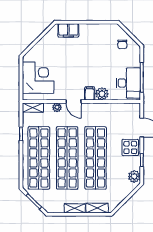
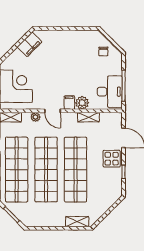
filing cabinet: (68, 30) -> (30, 44), moved, turned -45
plant: (134, 176) -> (116, 189), removed
shelving: (75, 208) -> (88, 117), moved

